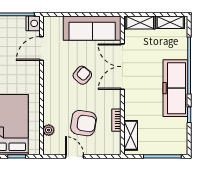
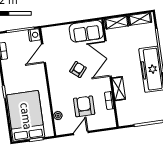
sofa: (92, 28) -> (86, 31), width x0.73
armchair: (83, 123) -> (84, 106), turned -99
shelving: (131, 135) -> (119, 89), moved
door: (75, 156) -> (81, 133), hinge flipped

